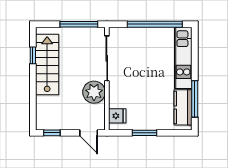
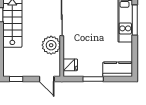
window: (195, 99) -> (135, 20), moved
kitchen counter: (183, 107) -> (118, 69), moved, turned 90

